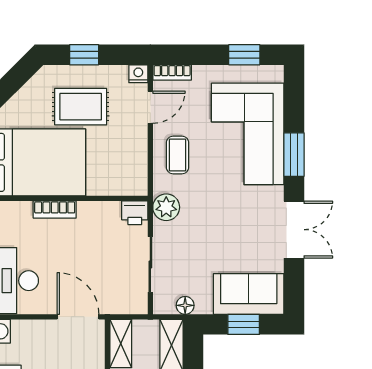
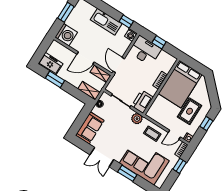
window: (244, 55) -> (180, 166), moved
door: (150, 107) -> (174, 135), hinge flipped
printer: (135, 213) -> (142, 102), width x1.87, depth x1.48
door: (78, 317) -> (119, 65), swing flipped
window: (244, 324) -> (80, 120), removed

